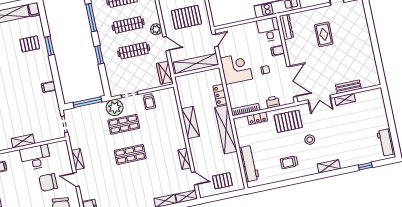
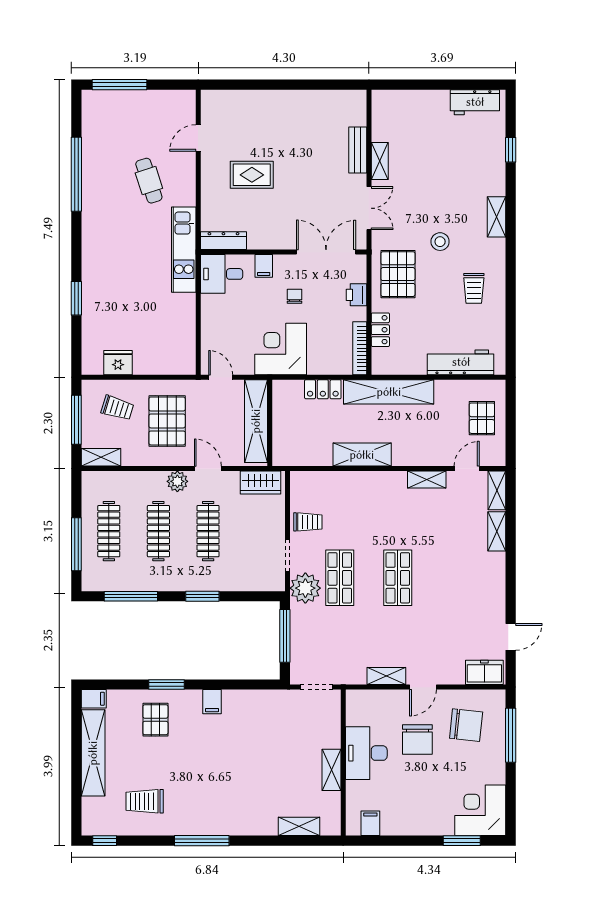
door: (166, 44) -> (208, 469), hinge flipped
filing cabinet: (49, 87) -> (212, 702), moved

